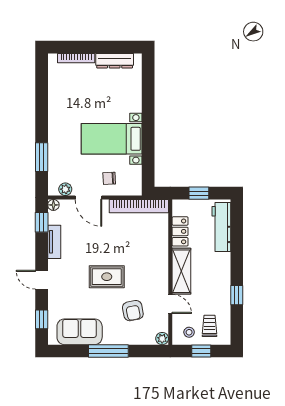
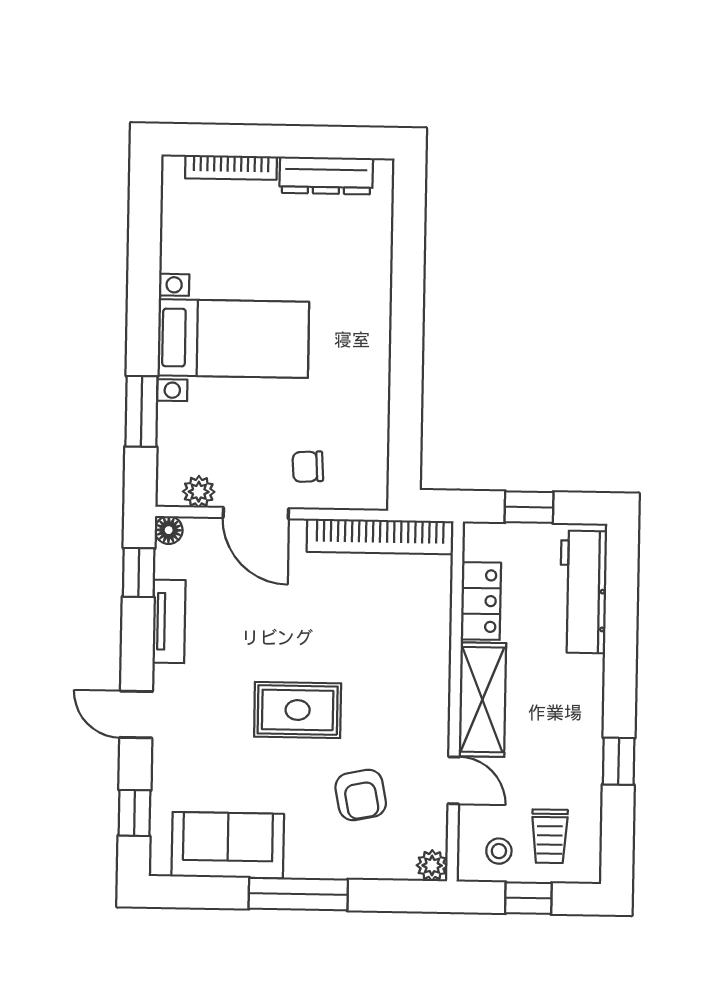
bed with nightstands: (112, 139) -> (233, 339), moved, turned 180
trolley: (209, 326) -> (550, 836), turned 180

